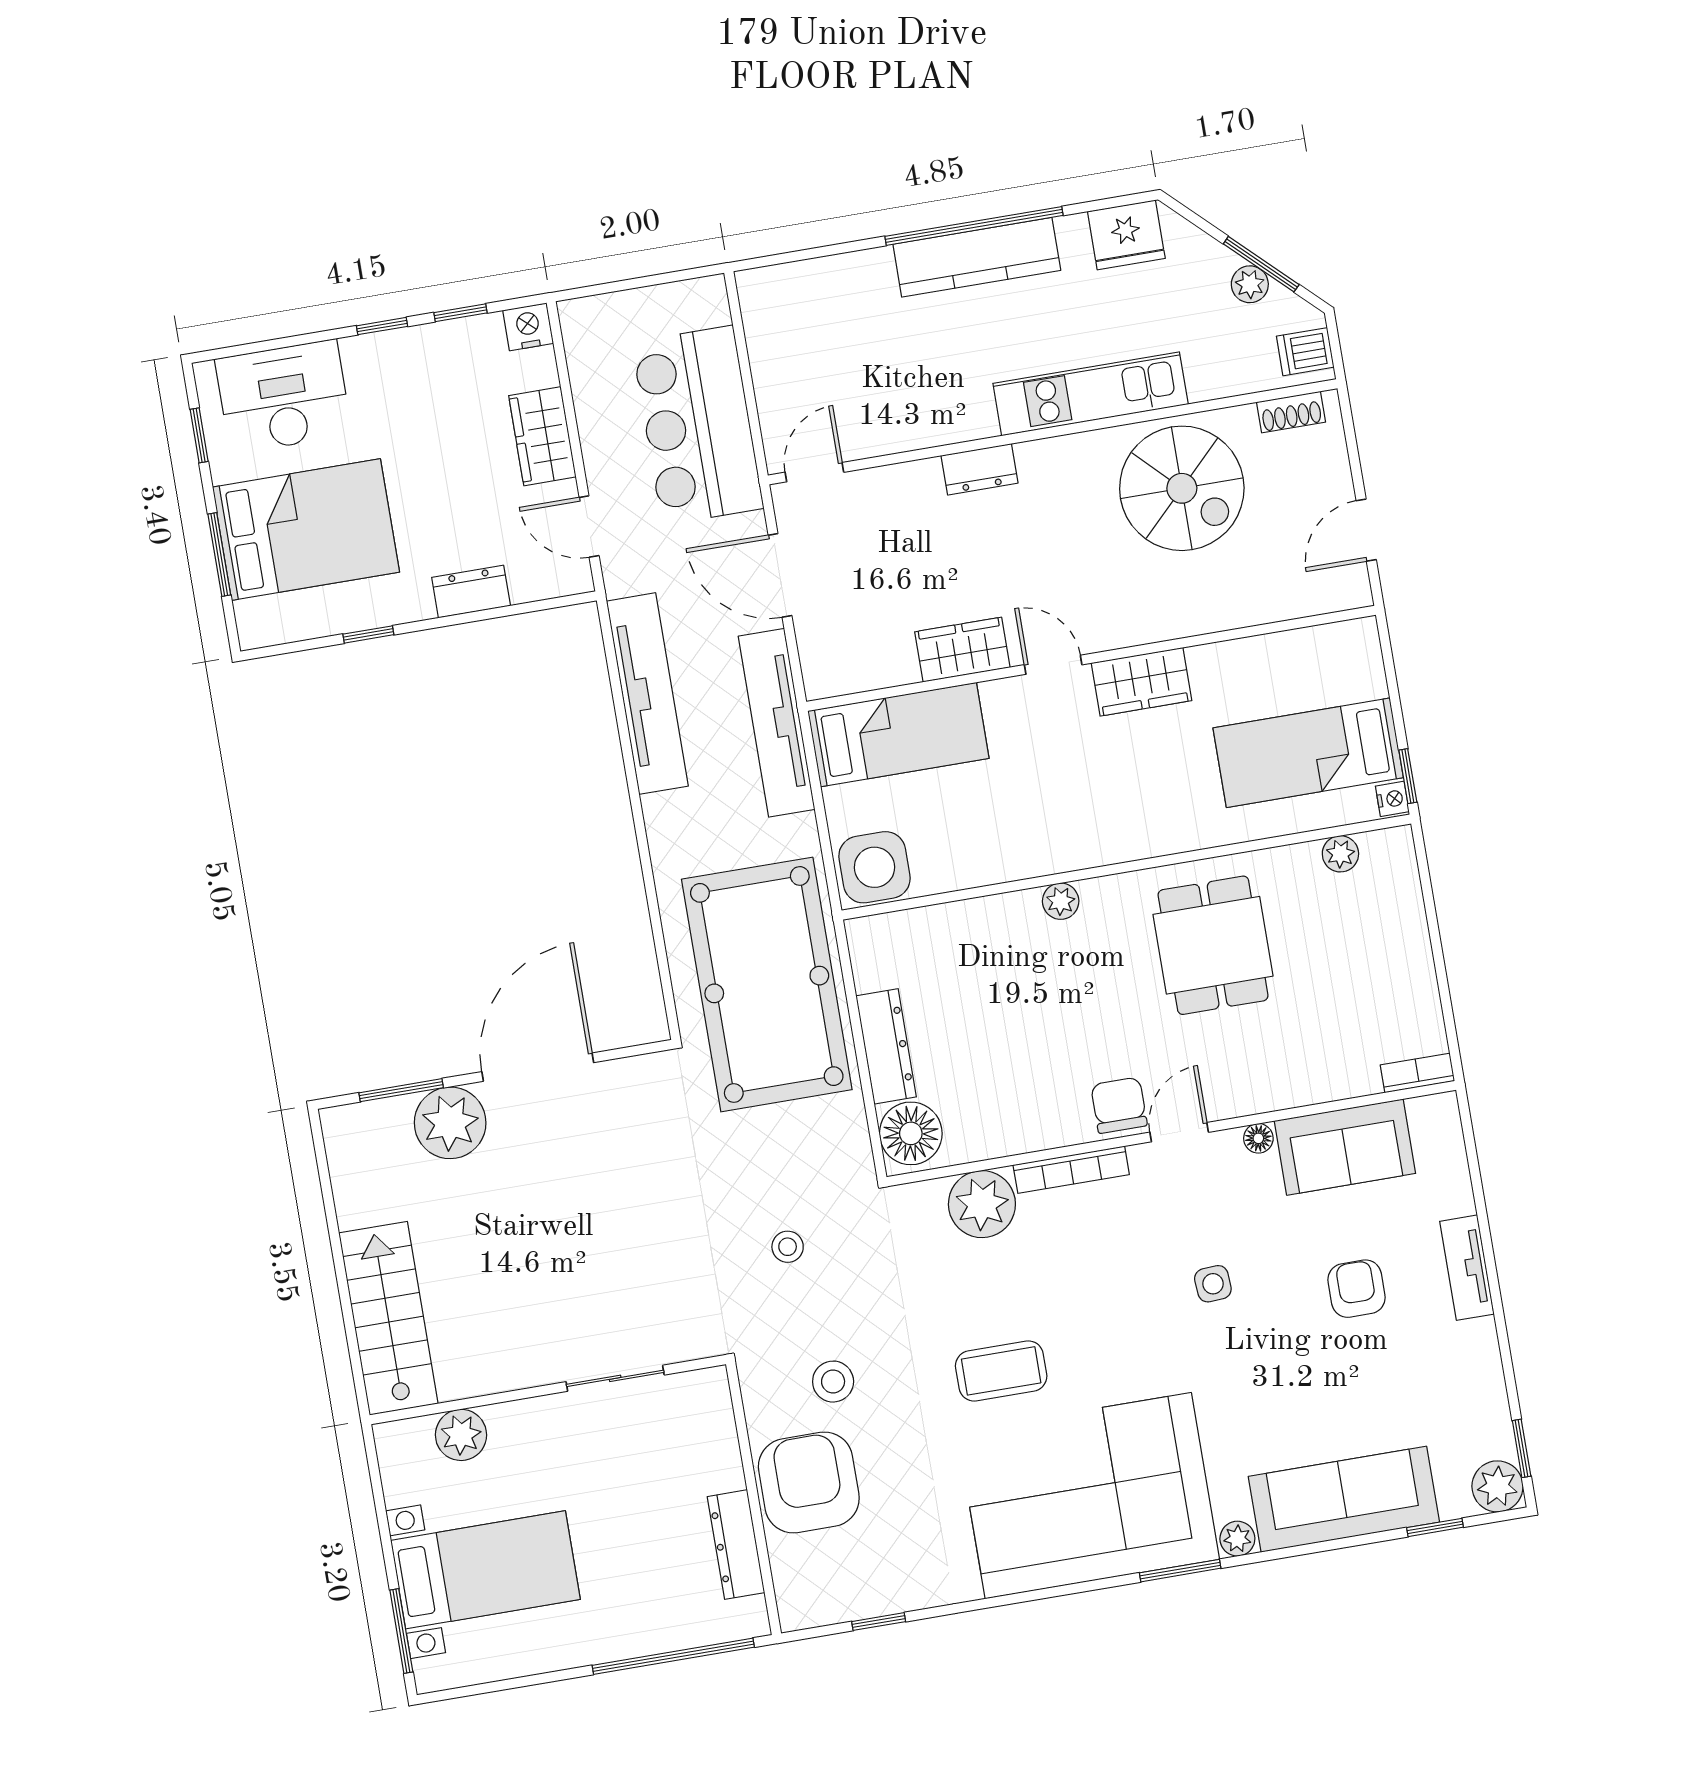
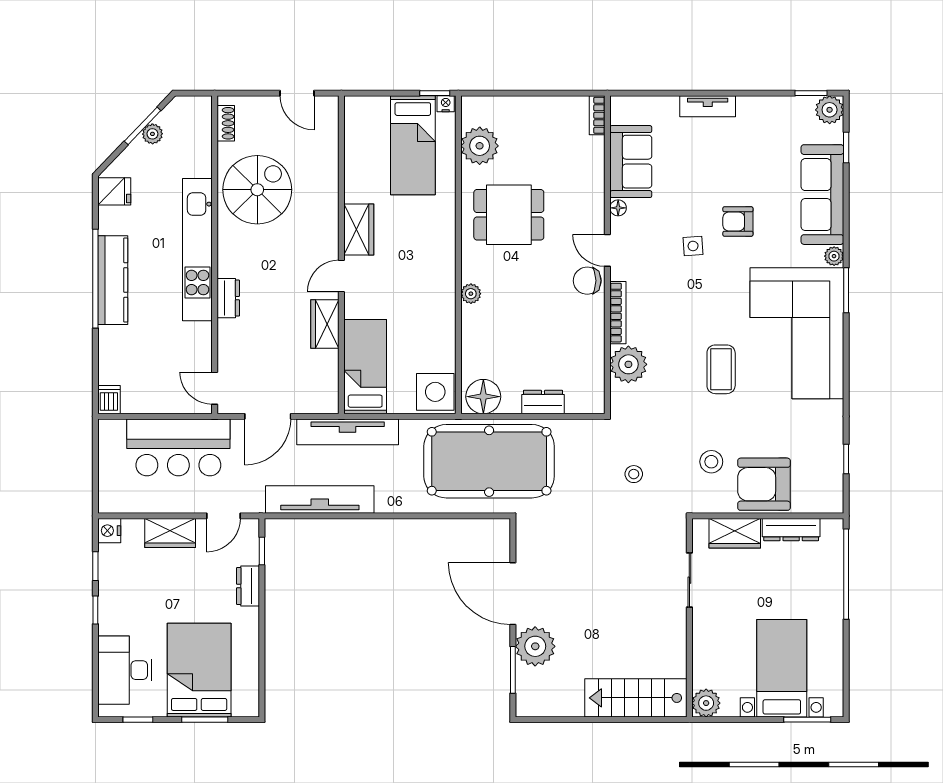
fridge: (1126, 235) -> (114, 191), width x0.72
dishwasher: (1305, 352) -> (109, 400), moved, turned 180
kitchen unit: (1091, 394) -> (197, 250), width x1.36
window: (368, 634) -> (262, 551), moved
plant: (1340, 854) -> (480, 146), width x1.88, depth x1.88
dresser: (886, 1046) -> (543, 402), width x0.70
floor lamp: (911, 1133) -> (483, 397), moved
armchair: (1357, 1289) -> (738, 222), moved
plant: (461, 1435) -> (706, 703), moved
wardrobe: (713, 1445) -> (735, 533), added

